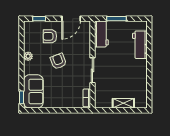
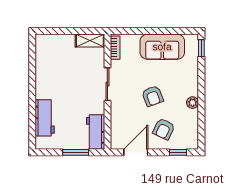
armchair: (50, 36) -> (164, 129), turned 115
sofa: (33, 91) -> (162, 47), moved, turned -90
shelving: (123, 103) -> (90, 40), moved

